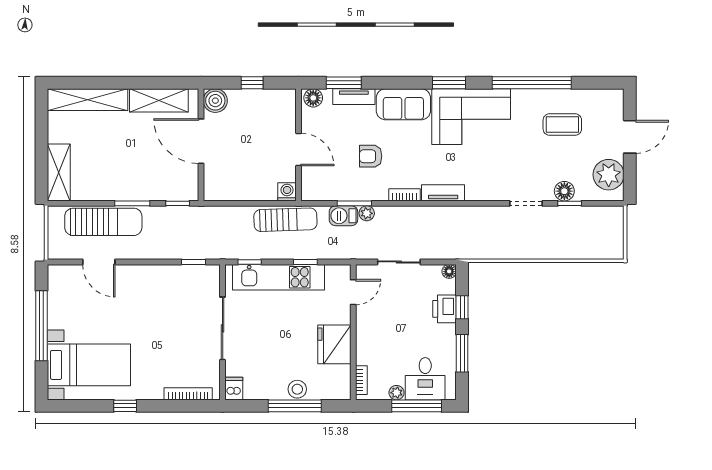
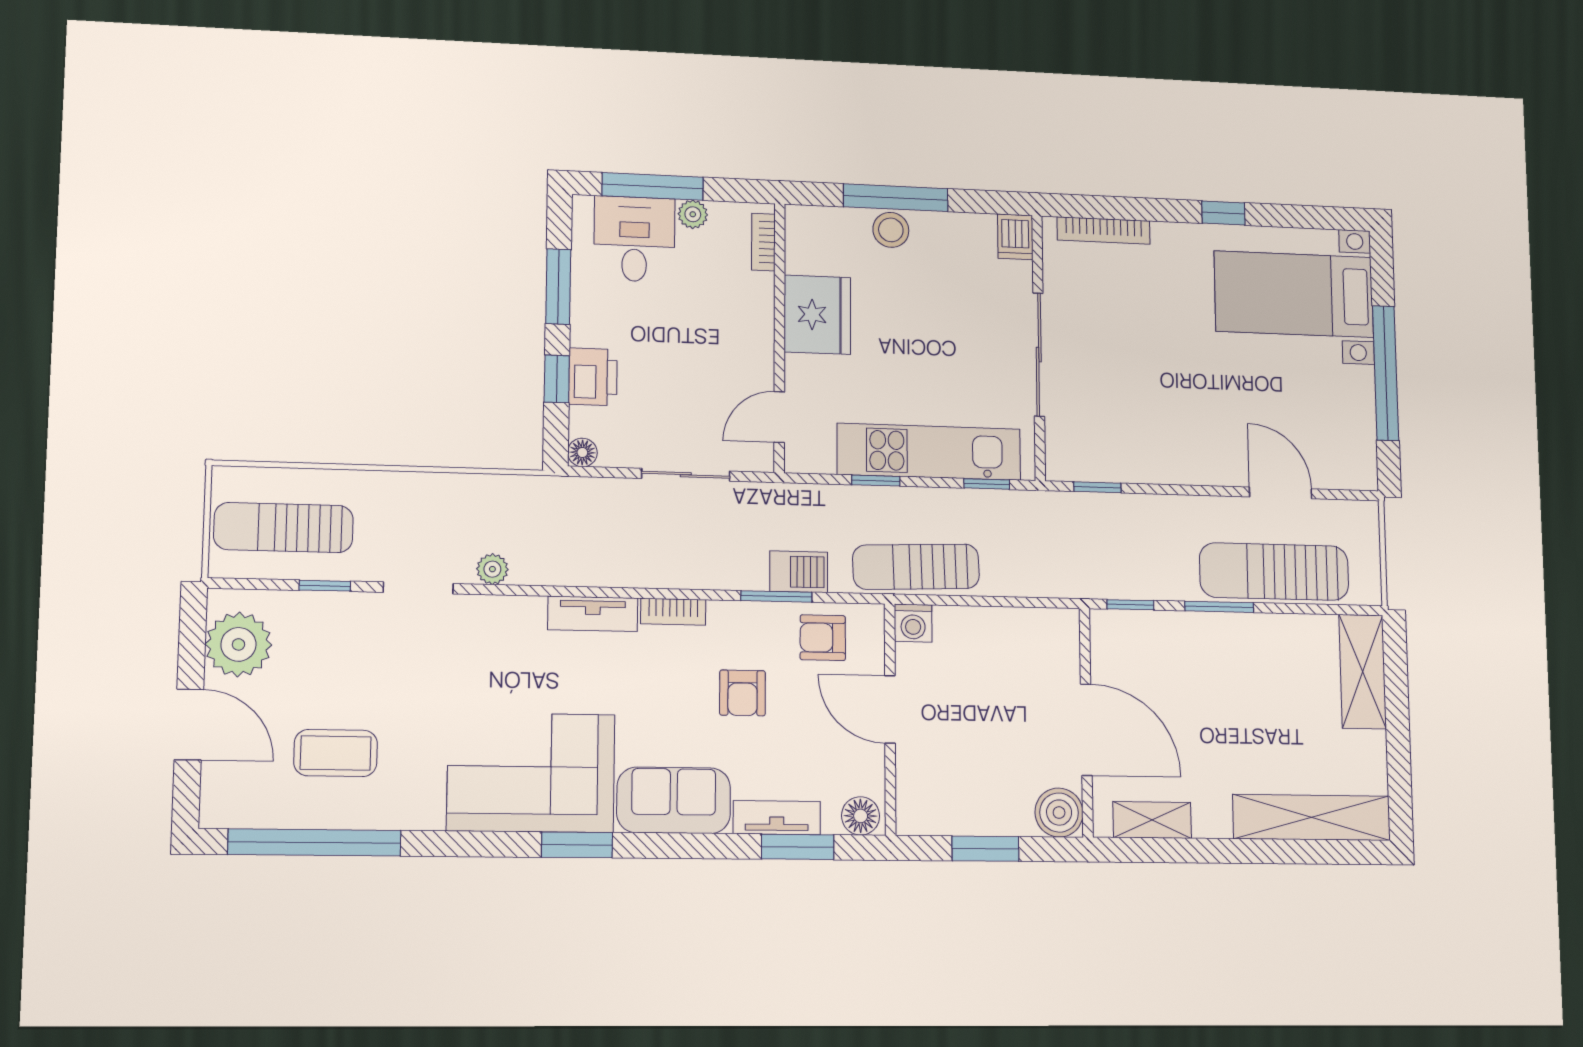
window: (252, 83) -> (985, 849), width x1.50
window: (532, 83) -> (315, 842), moved
shelving: (159, 100) -> (1152, 820), width x0.67, depth x0.75
door: (630, 137) -> (189, 725), swing flipped
armchair: (371, 156) -> (743, 693), turned 90
armchair: (332, 184) -> (823, 638), added
floor lamp: (564, 191) -> (335, 612), removed
plant: (367, 213) -> (492, 569), moved
sun lounger: (590, 231) -> (284, 528), added

